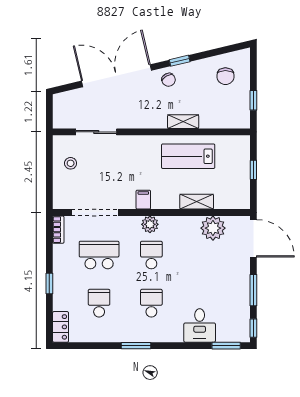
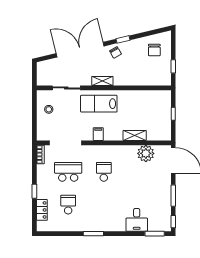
shelving: (183, 122) -> (102, 81), moved
lab bench: (188, 156) -> (99, 104), moved
plant: (150, 224) -> (103, 151), removed
school desk: (151, 303) -> (104, 205), removed
locker: (61, 327) -> (42, 210), moved

